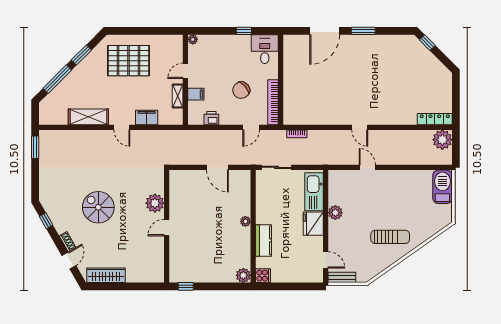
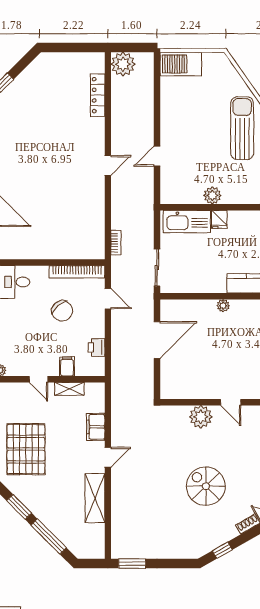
locker: (435, 119) -> (98, 95), moved
door: (217, 167) -> (157, 340), width x1.36
spiral stairs: (98, 207) -> (206, 486), turned 90
fridge: (313, 224) -> (219, 219), width x0.53, depth x0.75
sun lounger: (390, 237) -> (242, 128), width x1.36, depth x1.34

